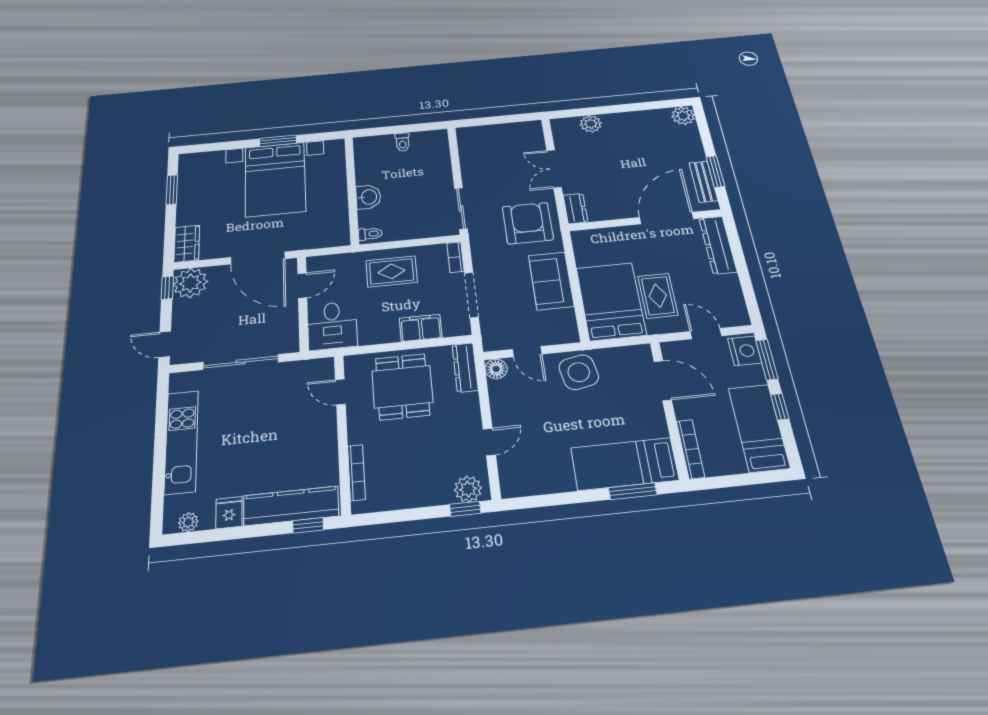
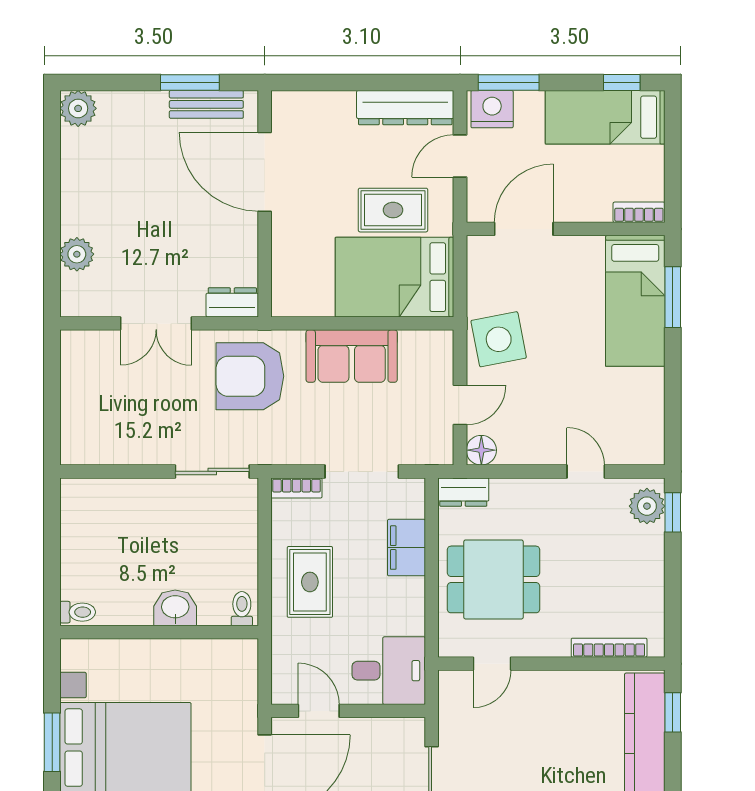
toilet: (403, 142) -> (78, 612), moved
dresser: (718, 245) -> (405, 108), moved
dresser: (465, 367) -> (463, 492), width x0.70
window: (780, 407) -> (622, 82), moved
bookcase: (690, 449) -> (639, 212), width x0.64

